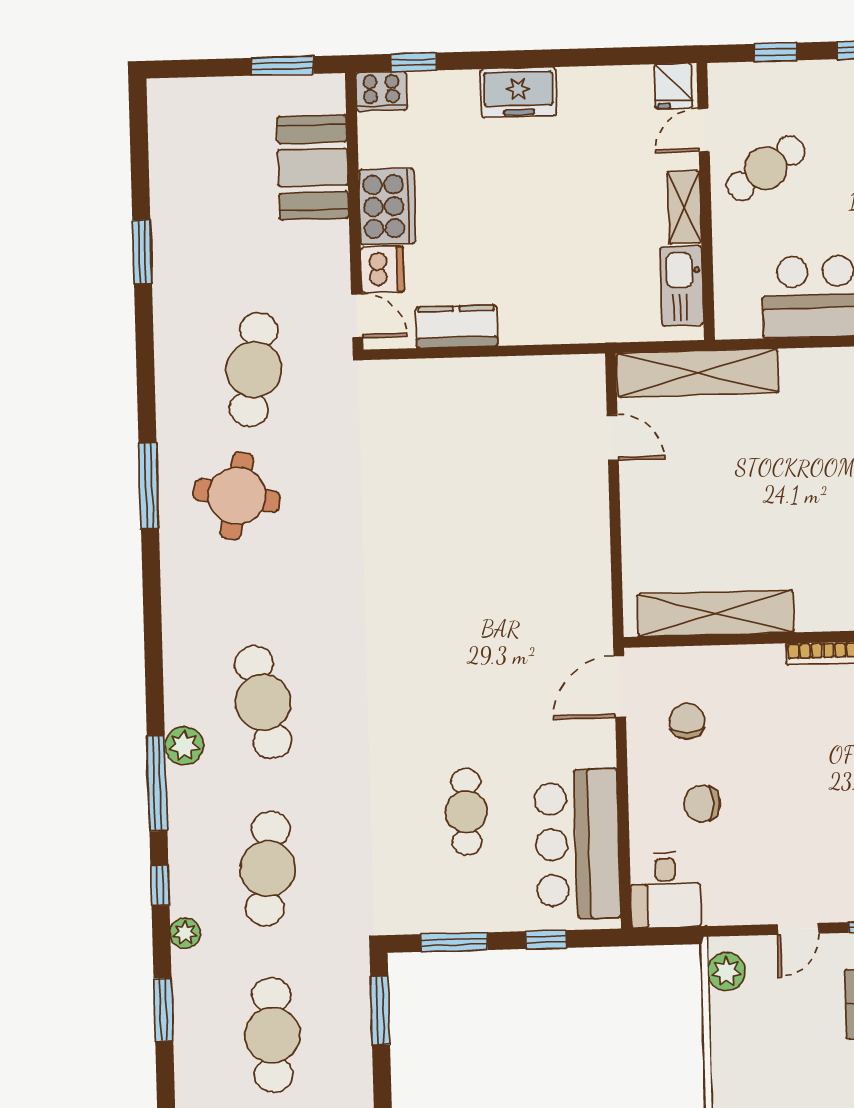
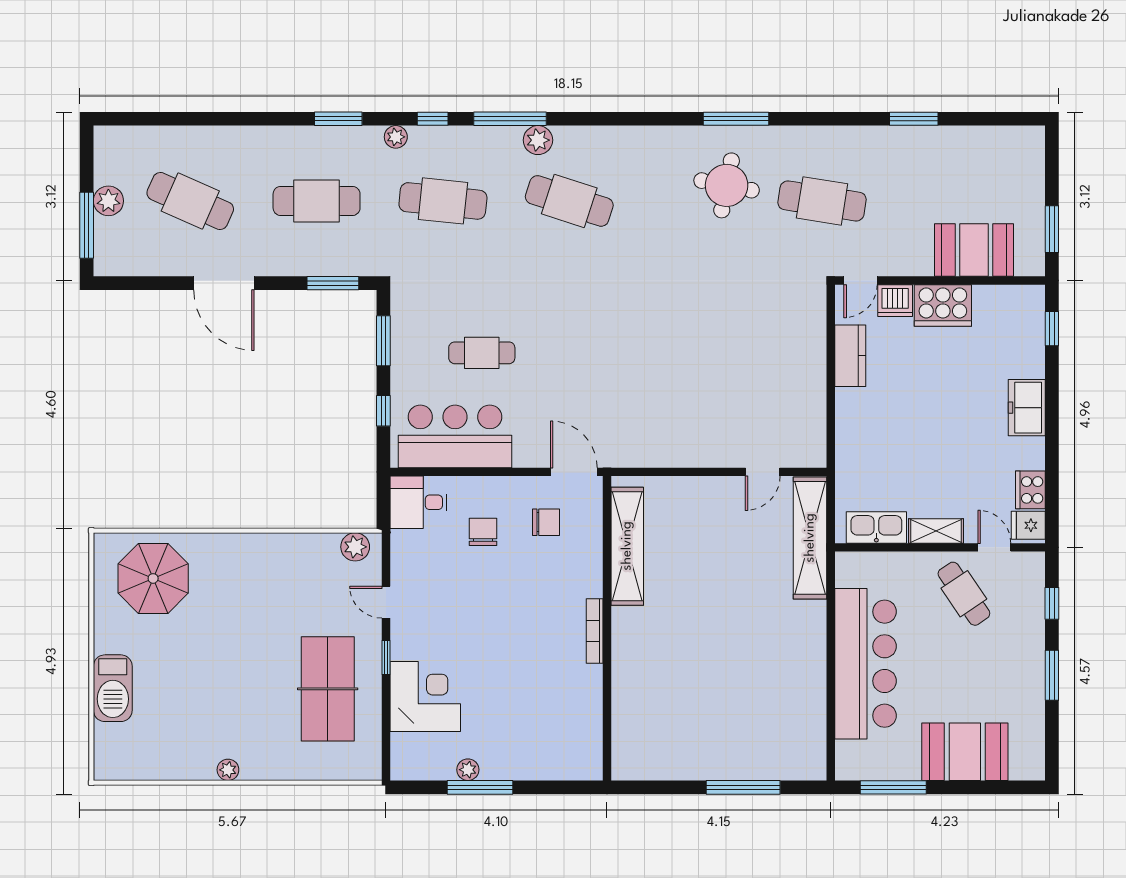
cooker: (381, 91) -> (1030, 490), moved
cafe table: (263, 702) -> (569, 201), turned 30

